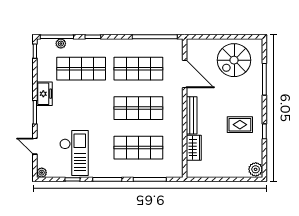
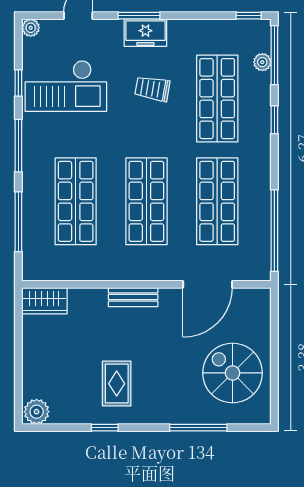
freezer: (44, 94) -> (145, 33), moved
trolley: (76, 105) -> (152, 89), added
bench: (192, 115) -> (133, 297), width x0.73
wardrobe: (194, 148) -> (44, 301), moved

